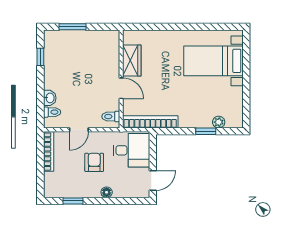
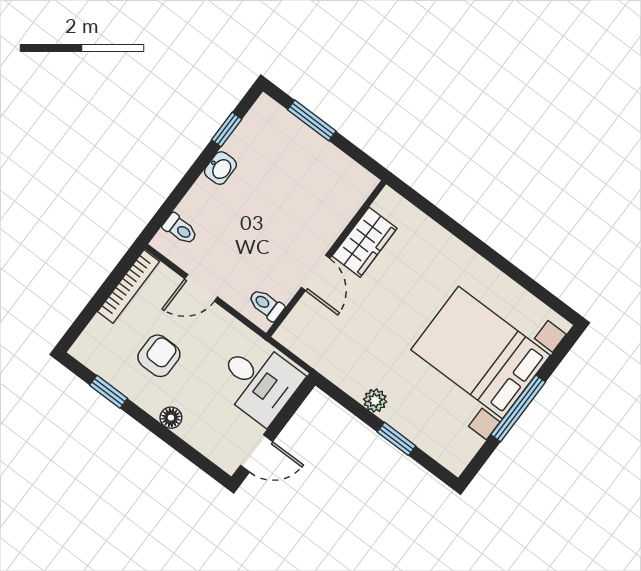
bed with nightstands: (213, 61) -> (481, 353), width x1.36
window: (246, 81) -> (518, 408), added
washbasin: (50, 98) -> (220, 168), moved
bookcase: (150, 122) -> (321, 359), removed
plant: (219, 122) -> (375, 400), moved
armchair: (94, 162) -> (159, 356), moved

